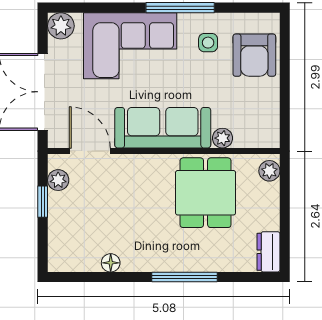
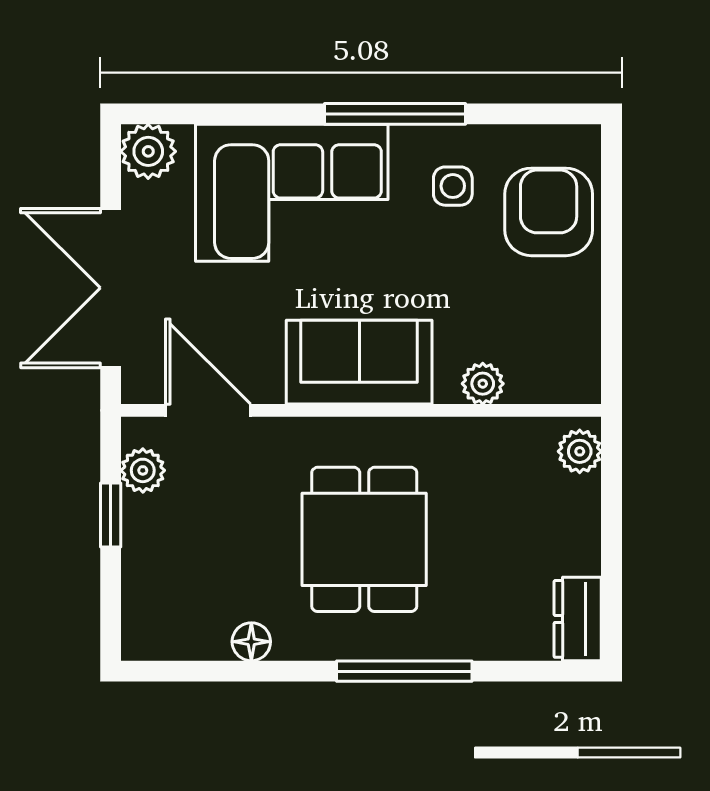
armchair: (254, 55) -> (549, 212), turned 180
sofa: (163, 128) -> (359, 362), width x0.73
dining table: (206, 193) -> (364, 539), moved

